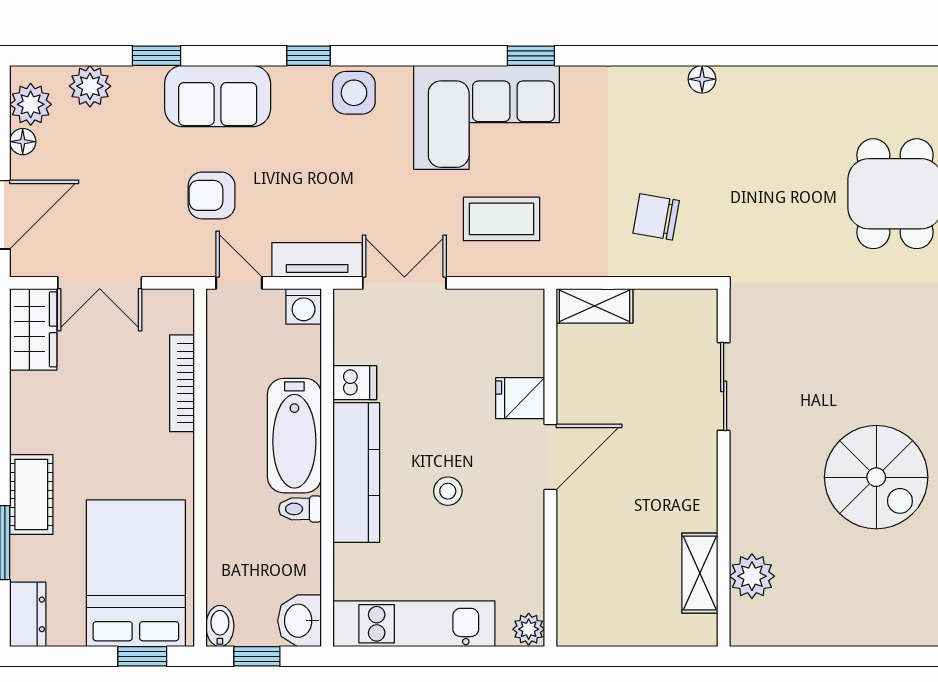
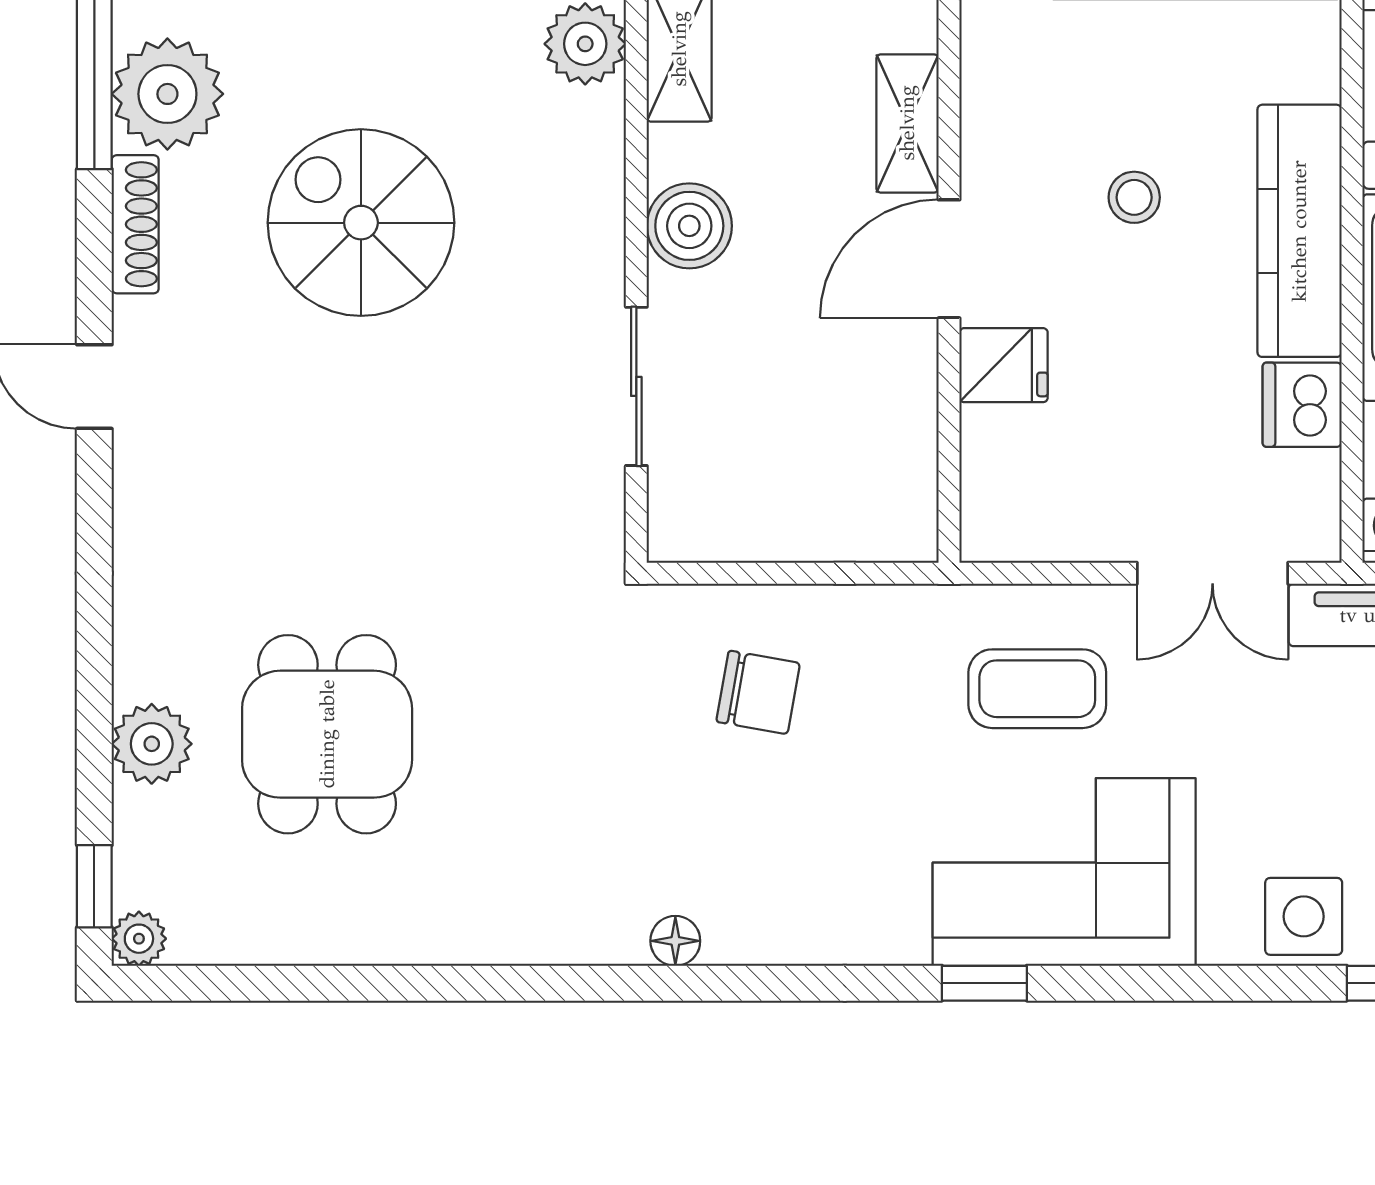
shelving: (594, 306) -> (907, 123), moved, turned 90
dishwasher: (355, 383) -> (1302, 405), width x1.38
boiler: (694, 475) -> (689, 226), added

